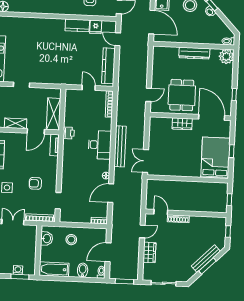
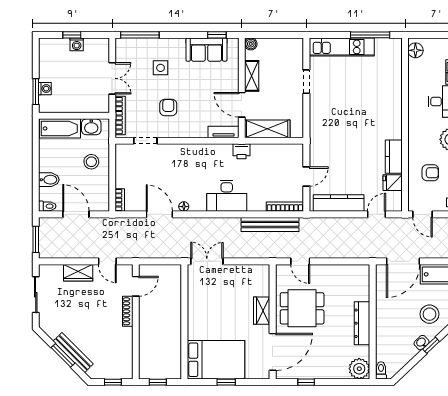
bench: (120, 146) -> (270, 224), moved
bathtub: (54, 269) -> (60, 128), moved, turned 90

